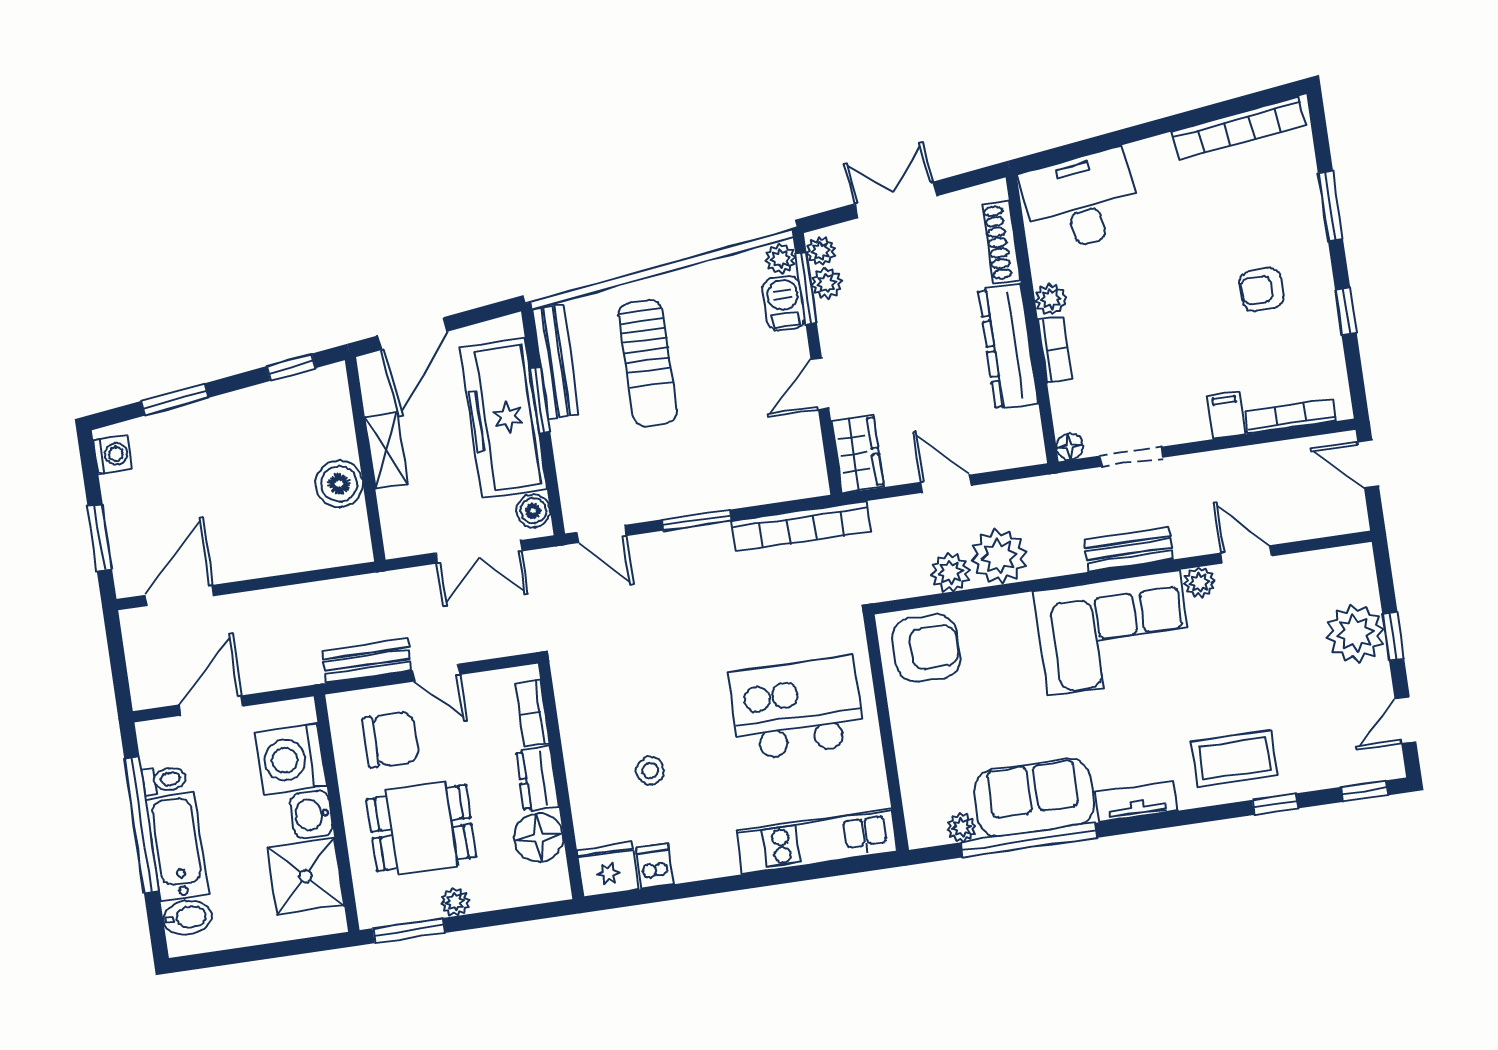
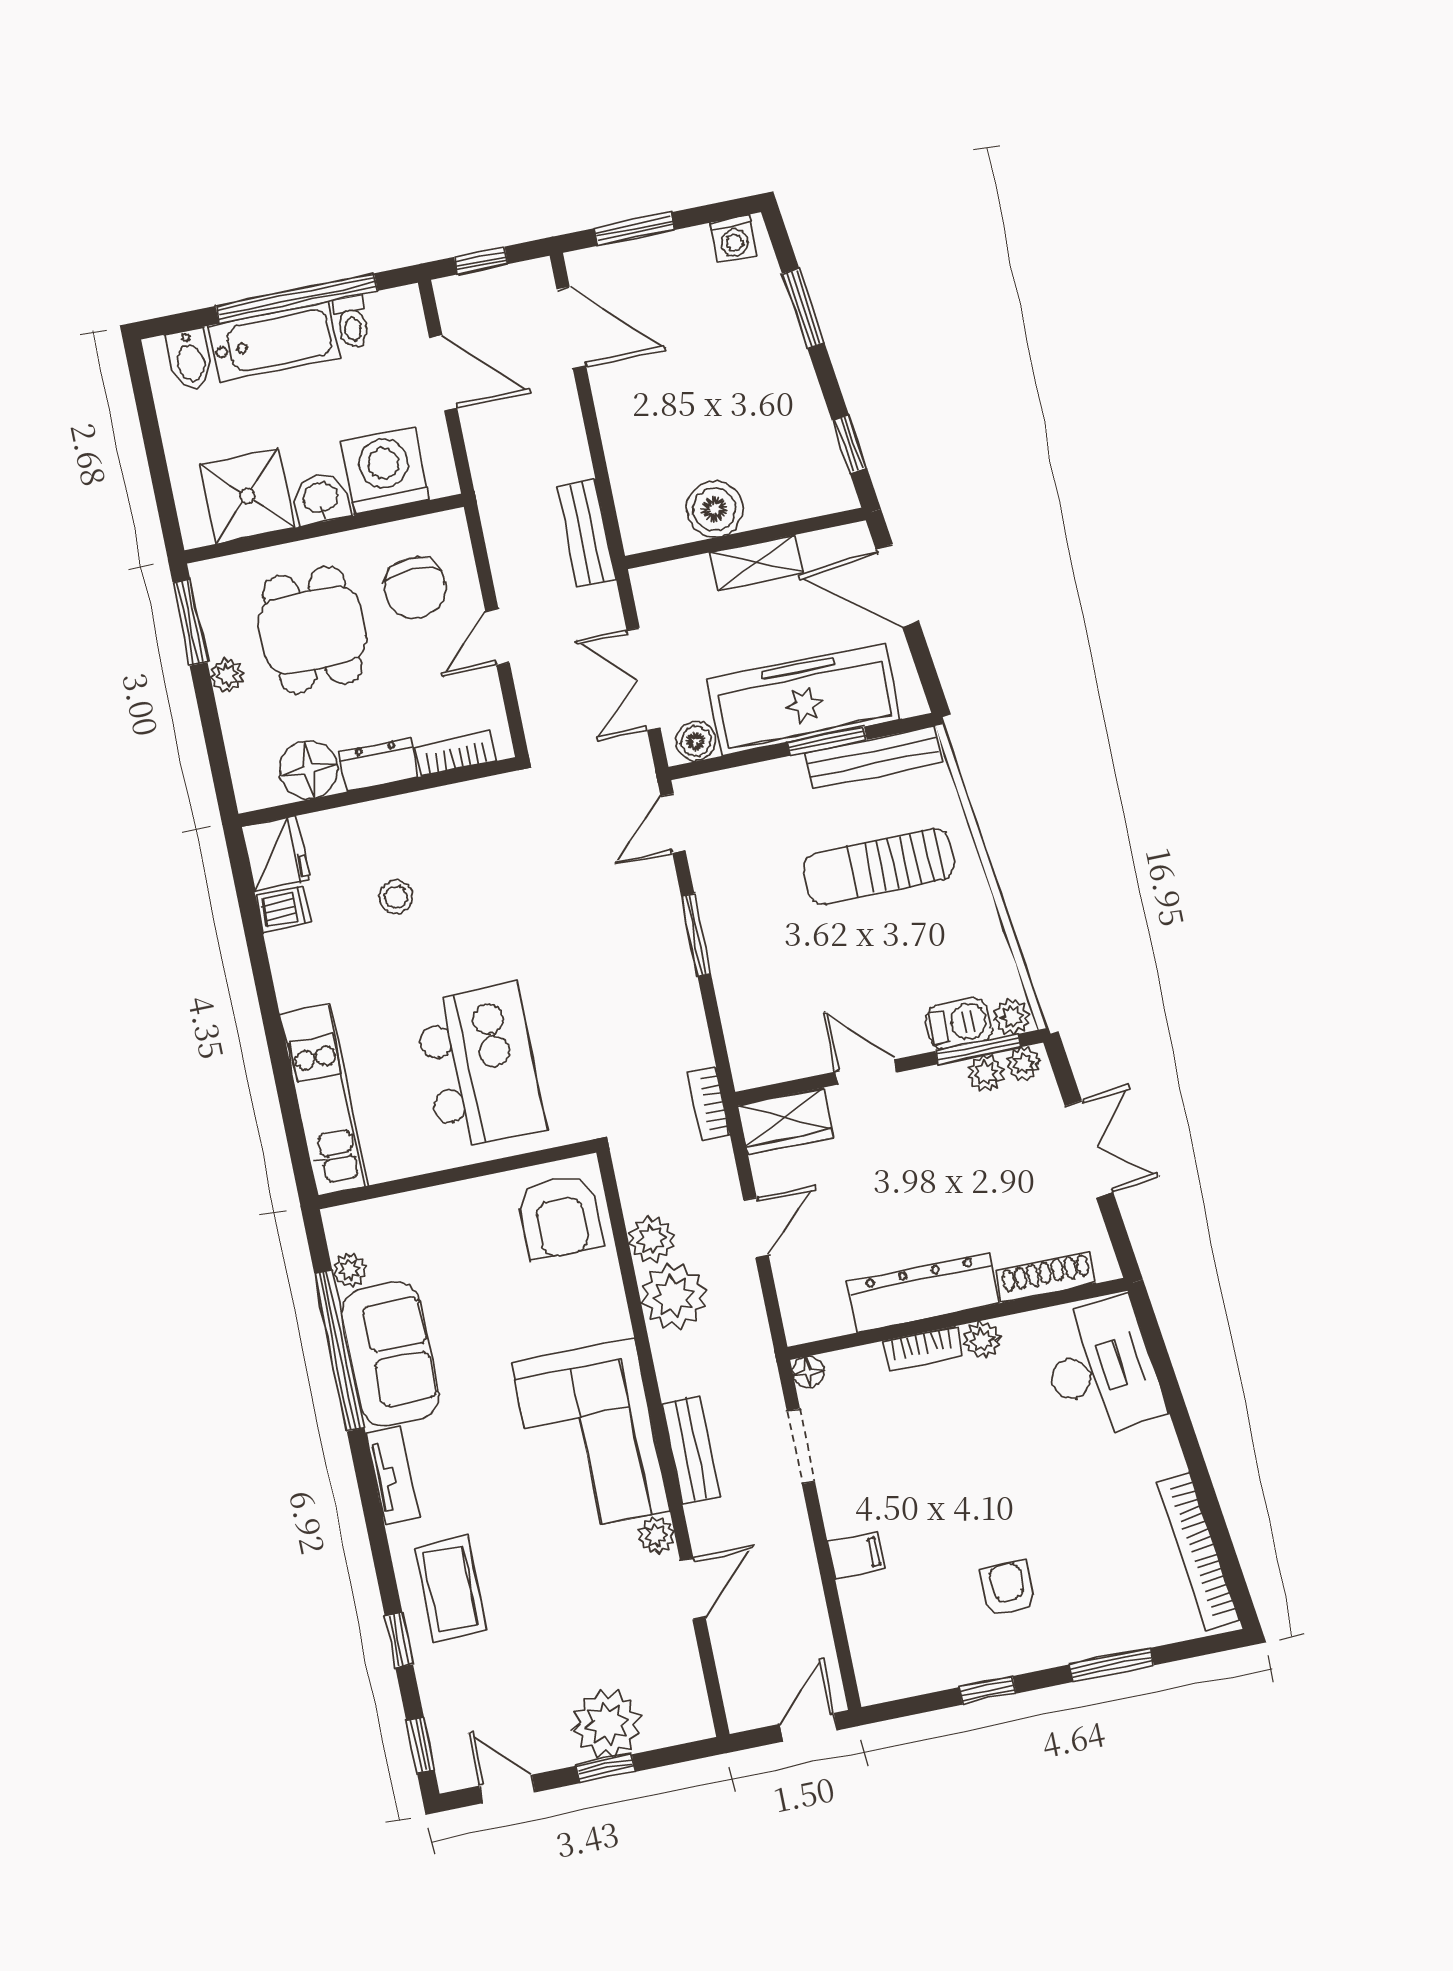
bookcase: (1291, 416) -> (860, 1632), removed
bookcase: (801, 526) -> (709, 1104), width x0.43, depth x0.76
bench: (367, 660) -> (587, 533), moved
window: (119, 668) -> (481, 261), added

